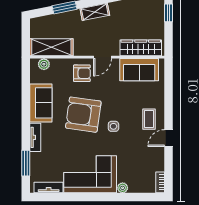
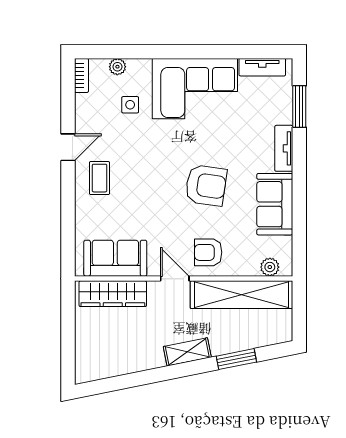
window: (168, 13) -> (68, 350), removed
shelving: (51, 47) -> (241, 295), width x1.47
door: (102, 57) -> (175, 279), hinge flipped
armchair: (83, 115) -> (206, 185), width x0.73, depth x0.73
side table: (113, 126) -> (130, 105), moved
plant: (123, 188) -> (117, 67), moved

